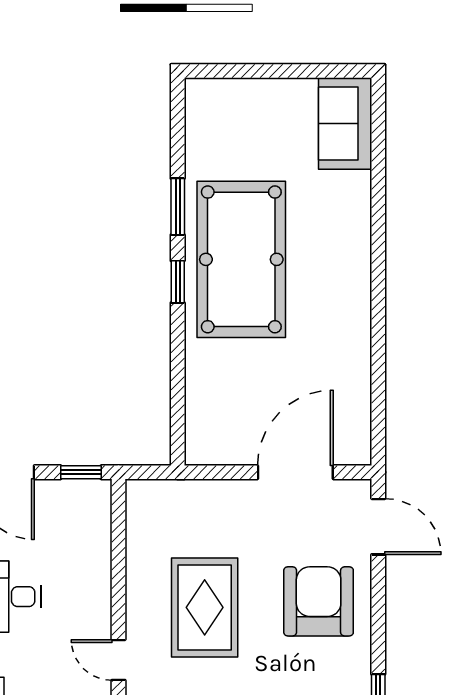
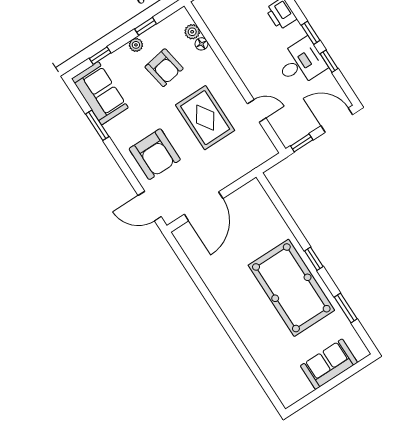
sofa: (345, 124) -> (329, 364), moved, turned -90
window: (178, 207) -> (346, 308), moved
door: (119, 660) -> (257, 111), moved

